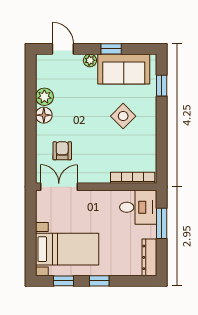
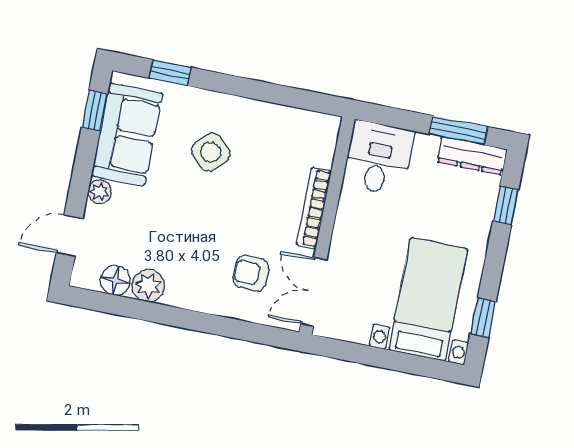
window: (111, 49) -> (95, 111), moved
floor lamp: (44, 115) -> (115, 280), moved
bookcase: (133, 178) -> (314, 208), moved
window: (162, 223) -> (458, 130), moved
window: (99, 281) -> (506, 206), moved

